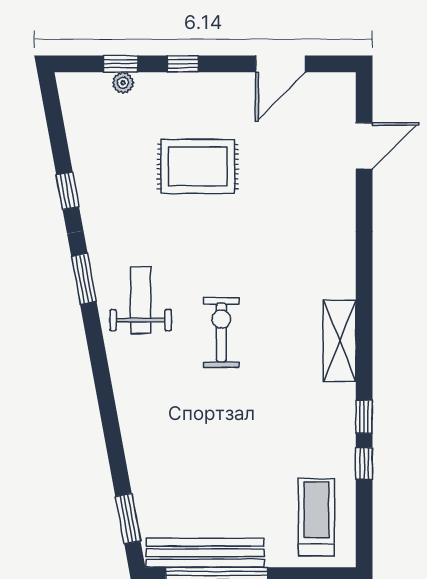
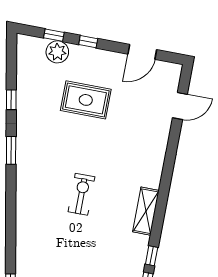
plant: (123, 83) -> (57, 52), width x1.88, depth x1.88
weight bench: (141, 300) -> (40, 168), removed

